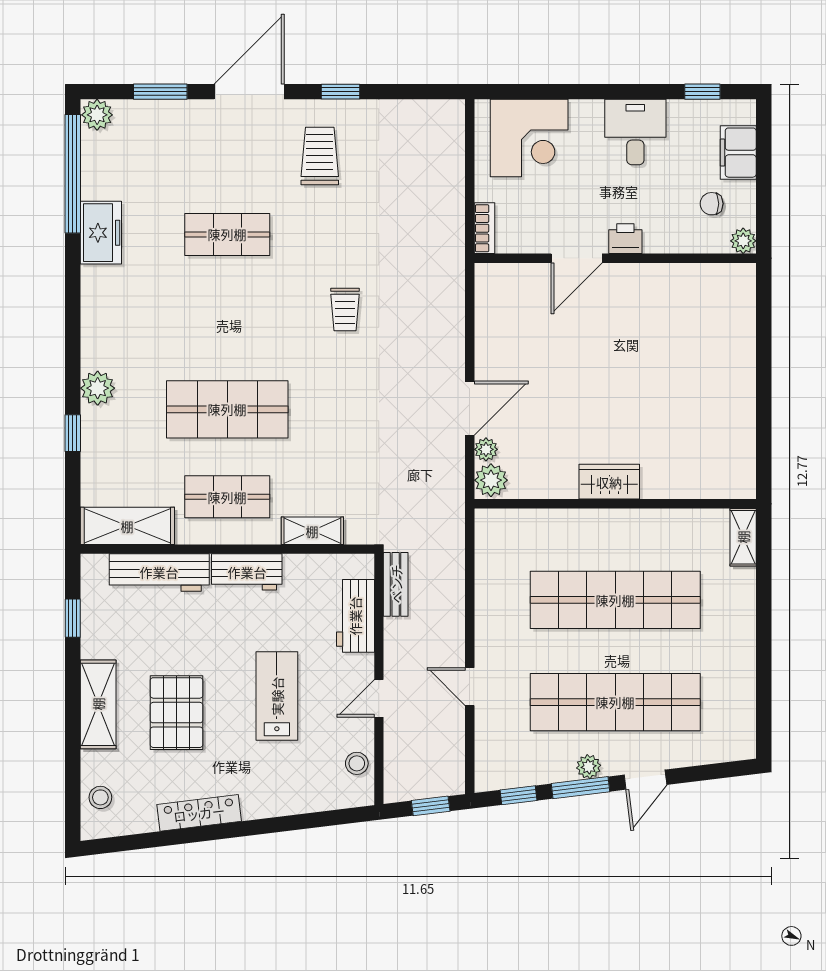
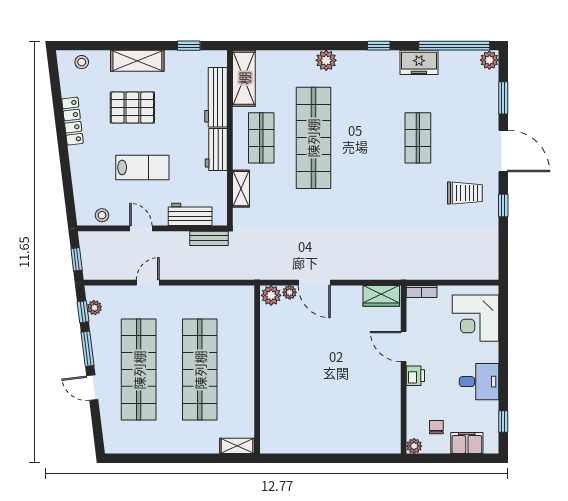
trolley: (345, 309) -> (373, 208), removed
shop shelf: (227, 409) -> (313, 138), width x1.40
window: (73, 433) -> (379, 46), moved
wardrobe: (609, 482) -> (381, 296), moved, turned 90
plant: (589, 767) -> (94, 308), moved

